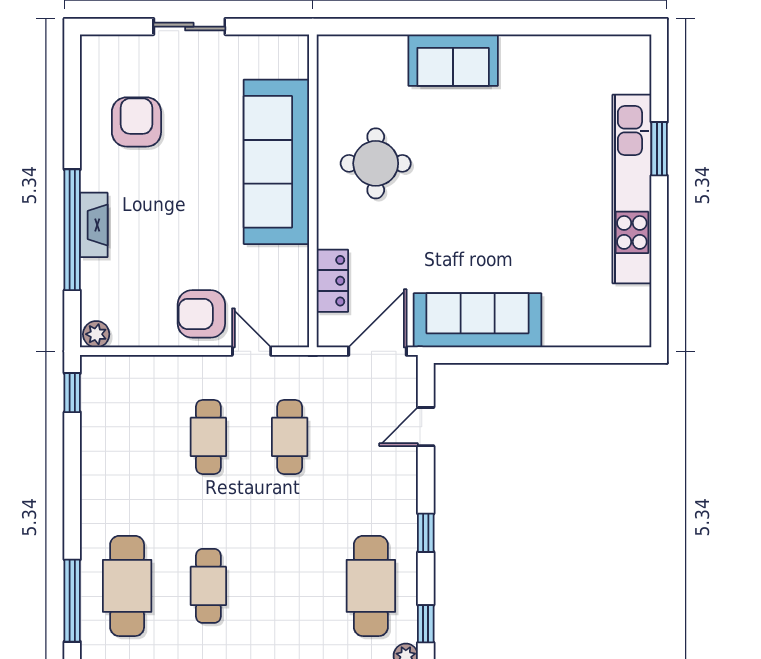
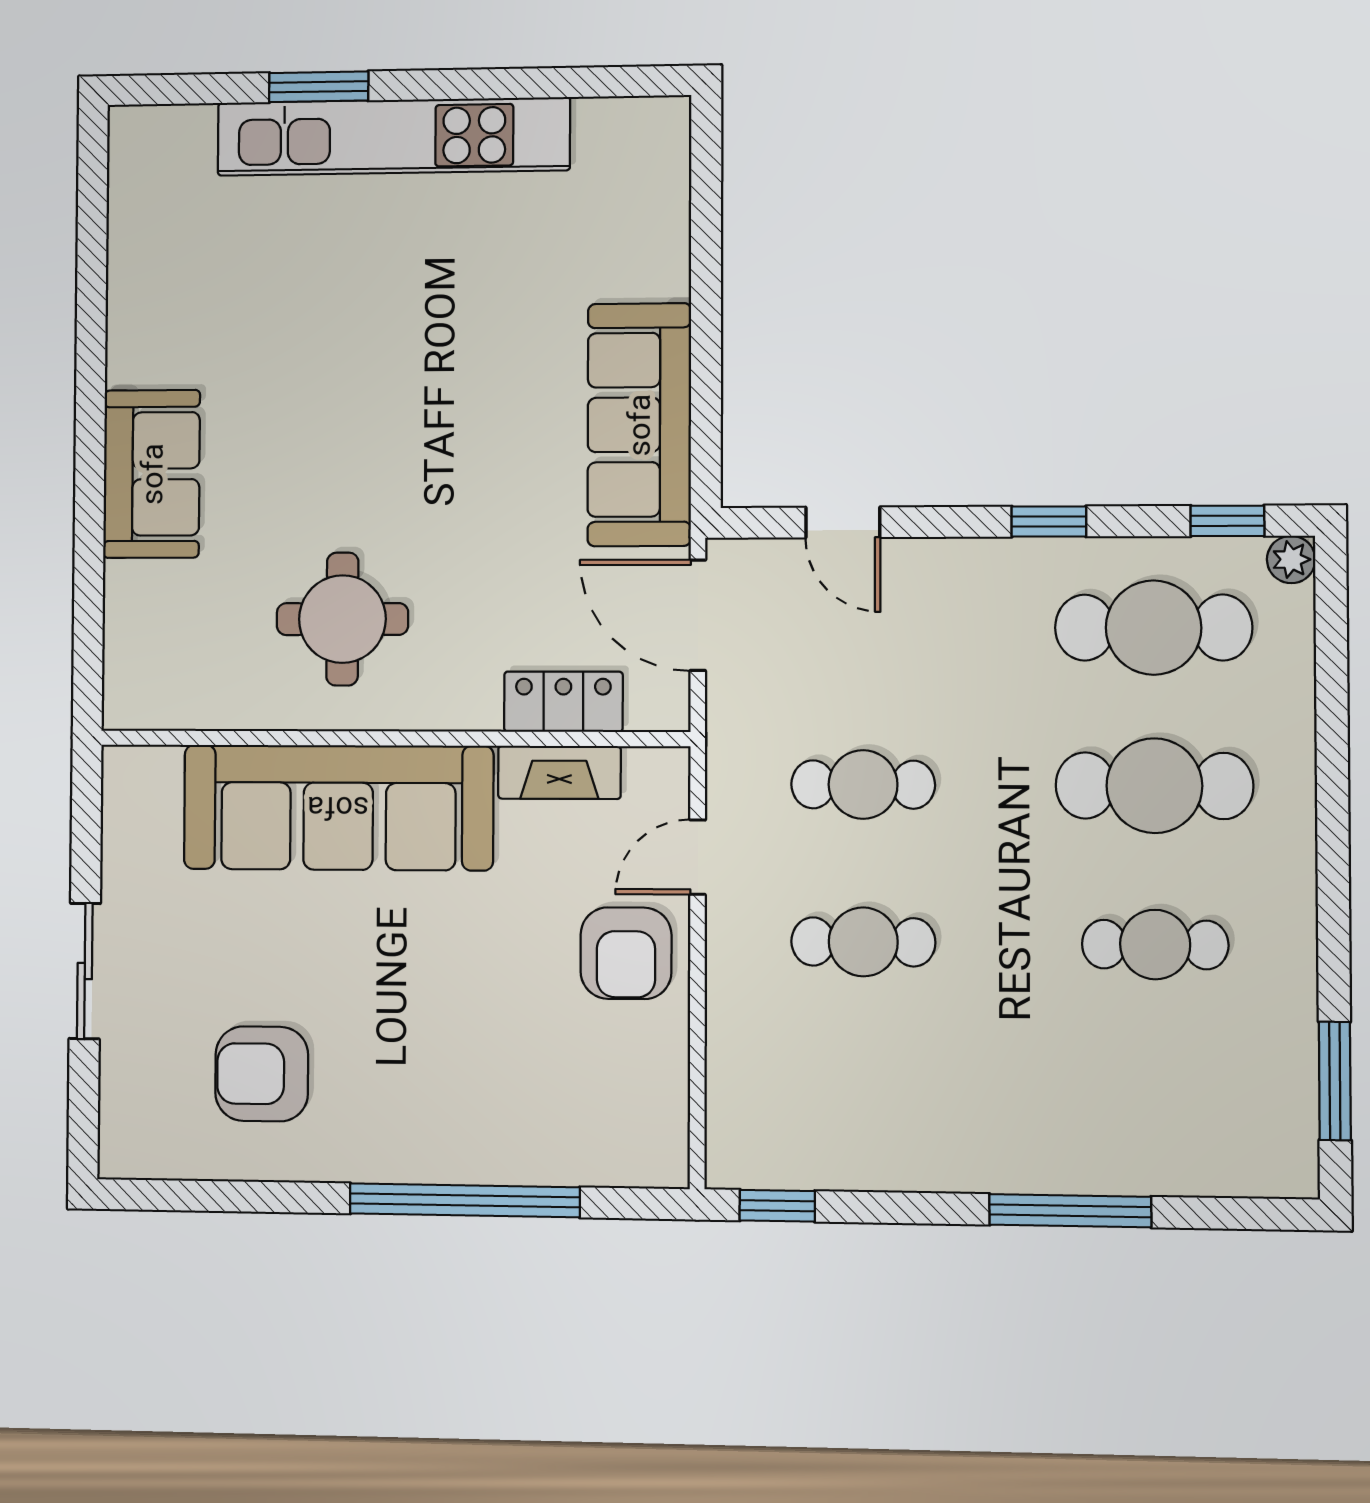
fireplace: (94, 225) -> (559, 772), moved, turned 180
plant: (96, 334) -> (665, 1157), removed
cafe table: (127, 586) -> (1154, 786), moved
window: (72, 601) -> (1070, 1211), moved

